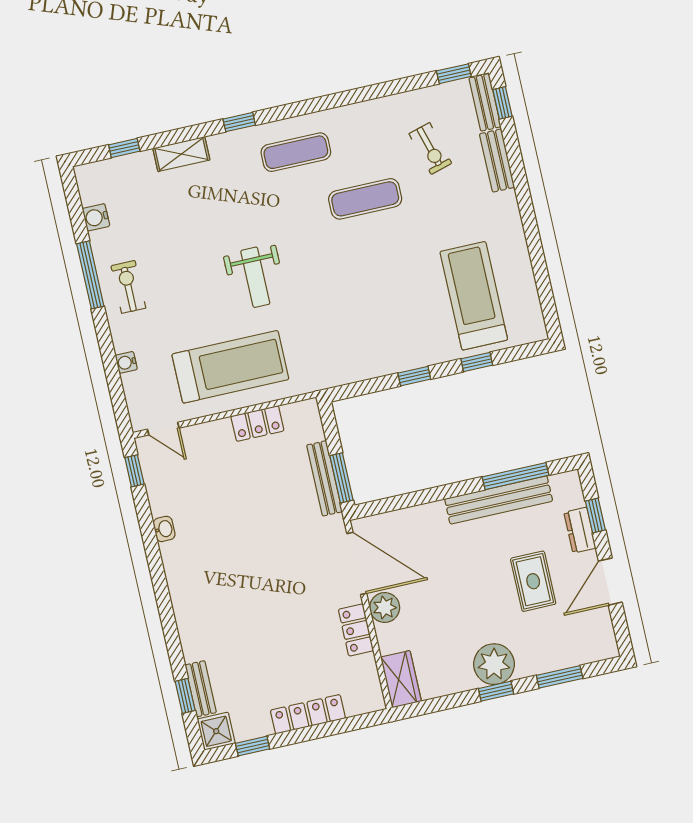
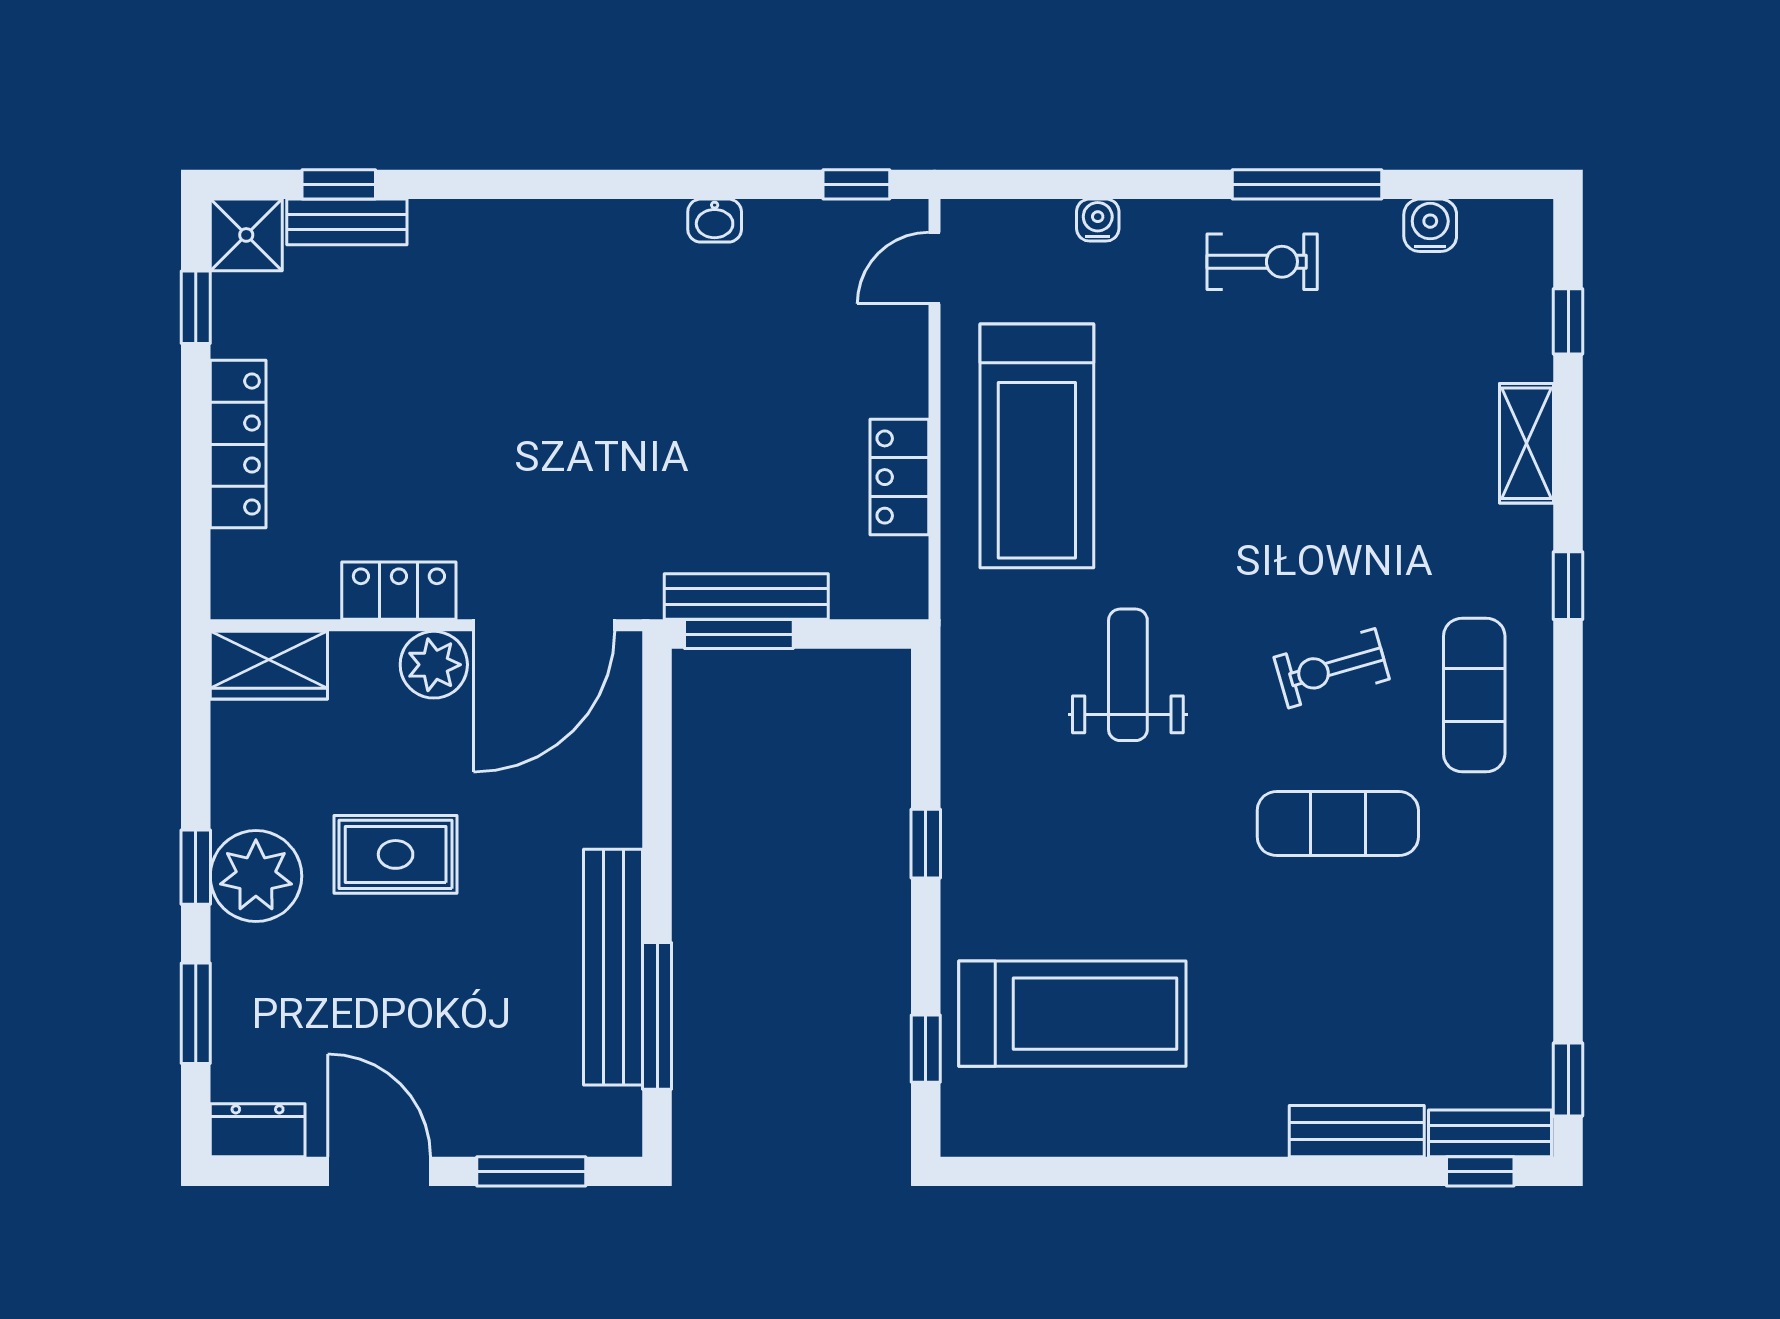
exercise bike: (430, 149) -> (1332, 668), moved
exercise mat: (365, 199) -> (1338, 824), turned 90
weight bench: (255, 277) -> (1128, 675), moved, turned 90
window: (477, 362) -> (926, 1049), moved
window: (595, 515) -> (531, 1171), width x1.50
dresser: (580, 530) -> (258, 1130), moved
rug: (533, 581) -> (396, 854), moved

